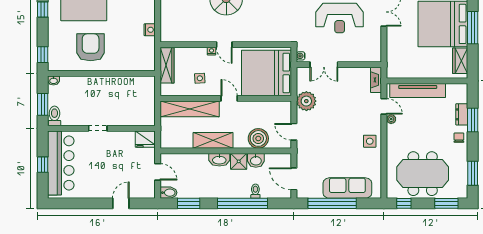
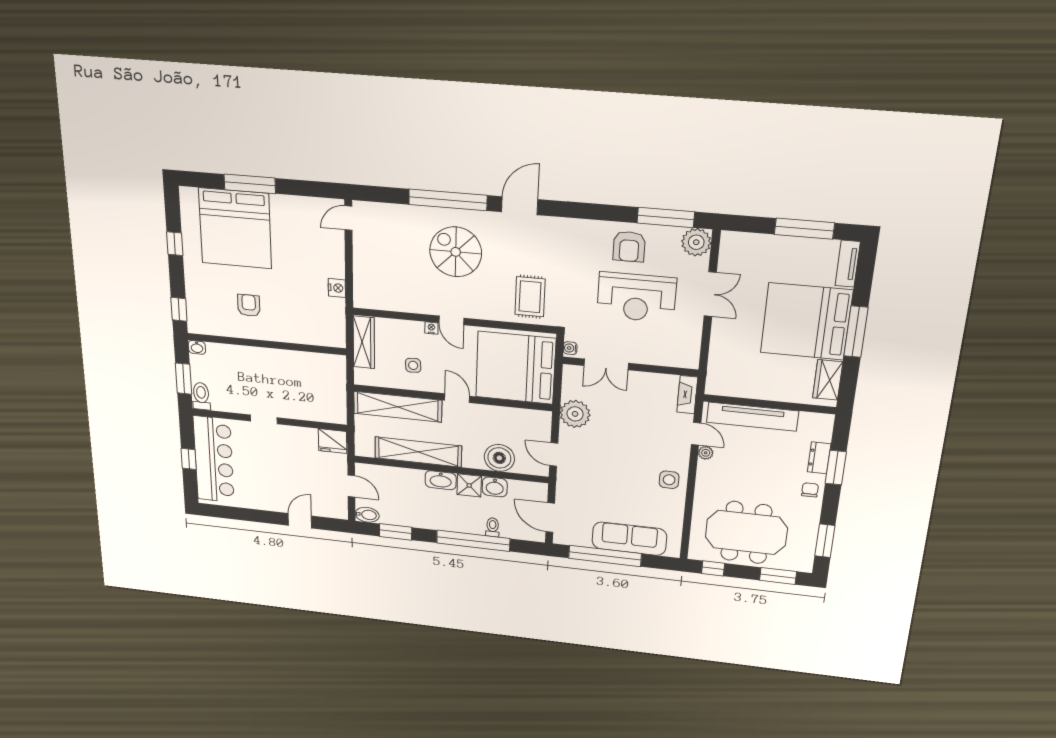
rug: (274, 24) -> (530, 297), added
armchair: (91, 47) -> (249, 305), width x0.53, depth x0.53
shelving: (213, 140) -> (418, 452), width x1.47

